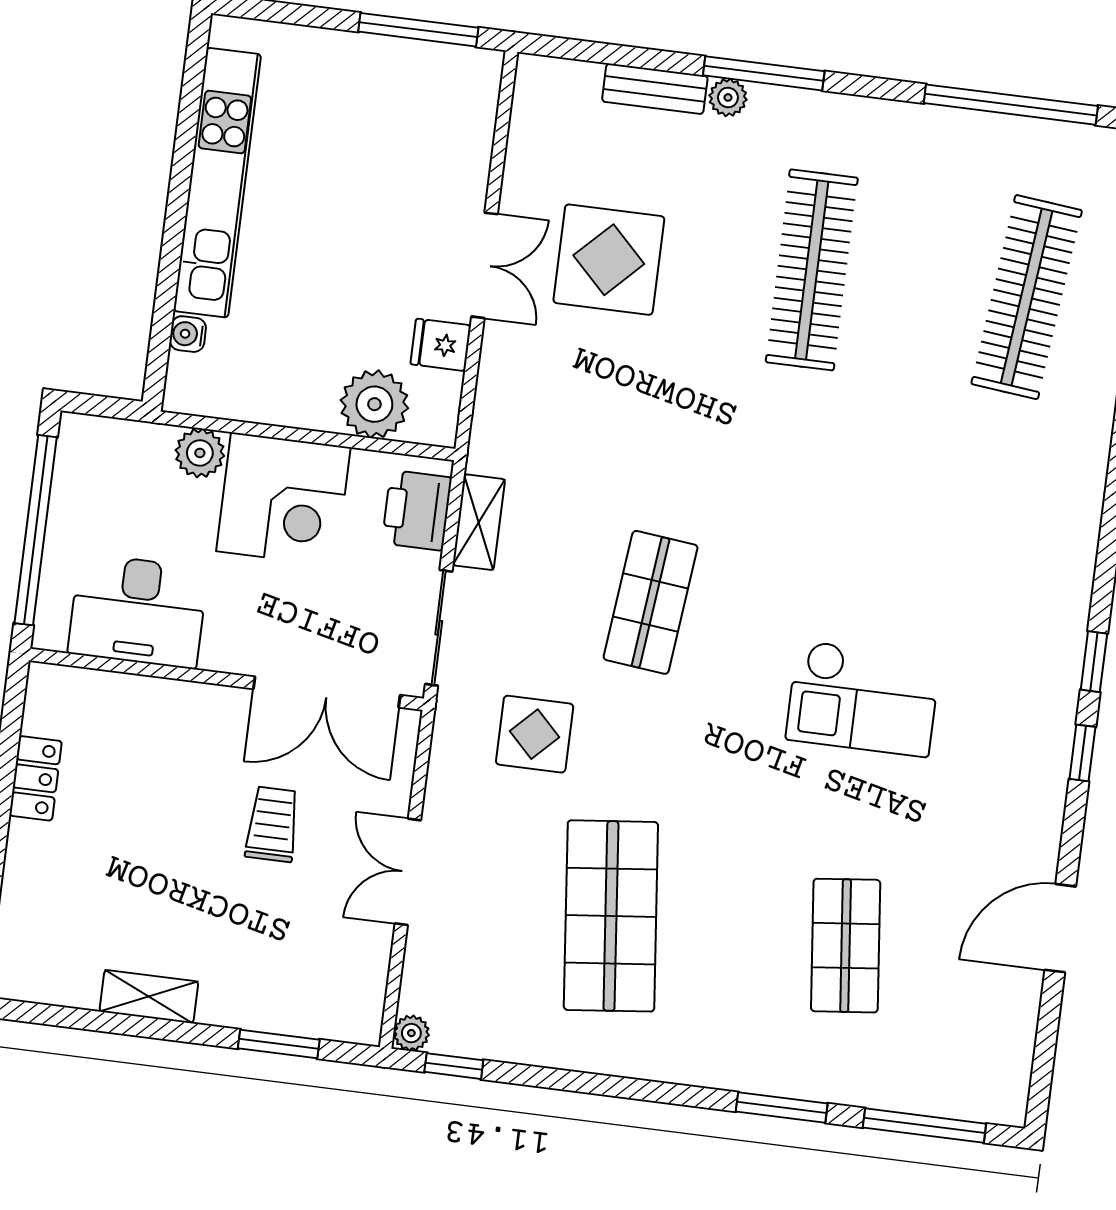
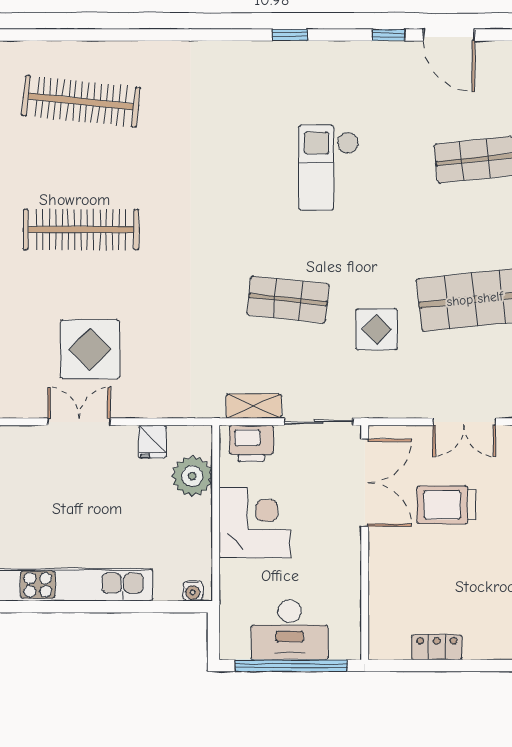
double door: (484, 265) -> (79, 422), moved
water cooler: (188, 334) -> (193, 591), moved
plant: (200, 453) -> (234, 575), removed
desk: (138, 611) -> (290, 630), moved, turned 90
checkout: (863, 698) -> (329, 168), turned 180
display table: (535, 734) -> (377, 329), moved
window: (1082, 753) -> (388, 35), moved
trolley: (272, 824) -> (446, 505), width x1.36, depth x1.39

